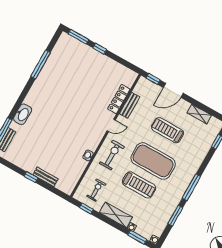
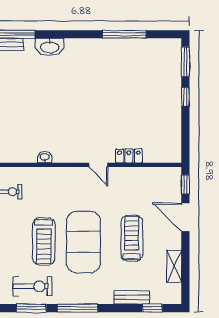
locker: (119, 99) -> (129, 156), width x0.66
bench: (130, 105) -> (132, 297), moved
exercise bike: (112, 155) -> (33, 286), moved

